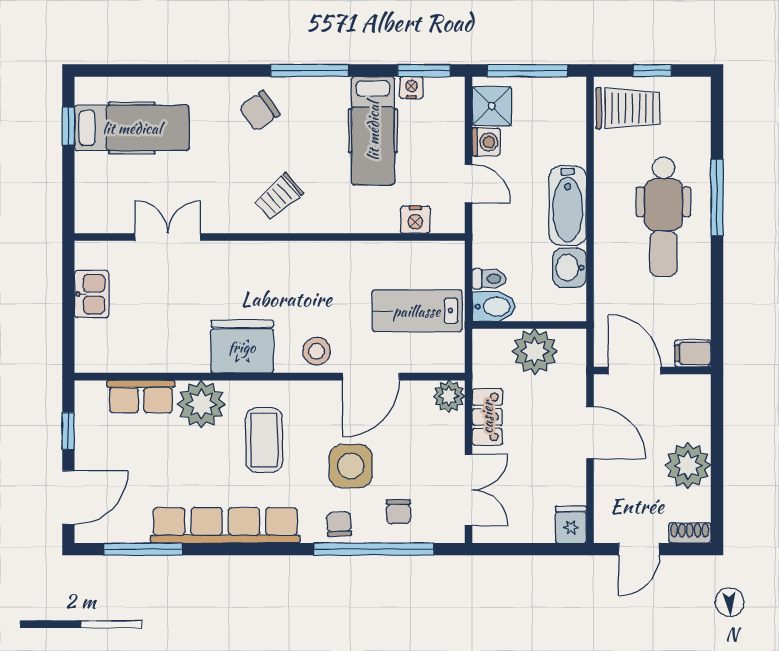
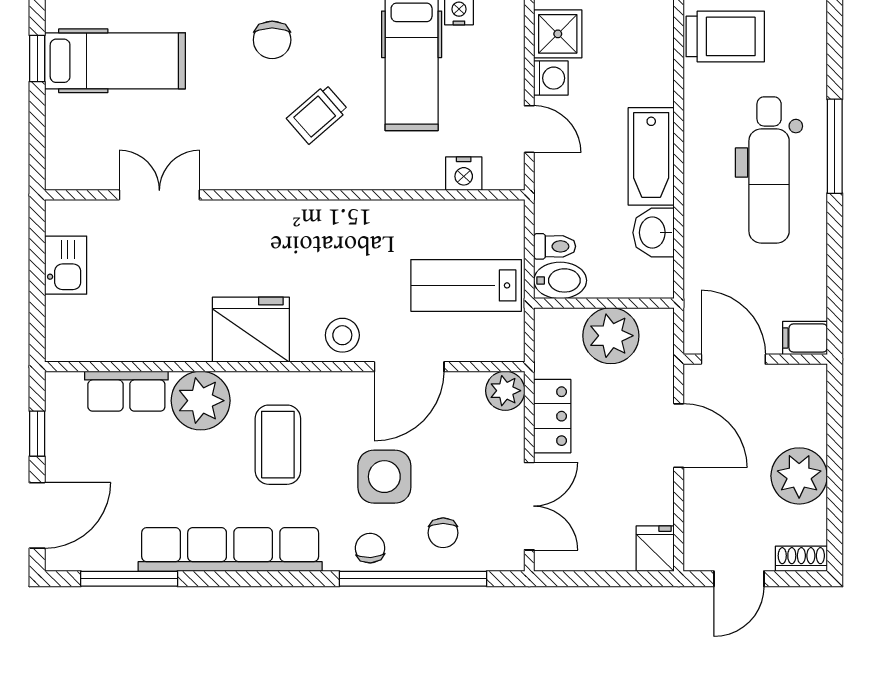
chair: (259, 111) -> (272, 40), turned -55
trolley: (279, 197) -> (317, 114), moved

